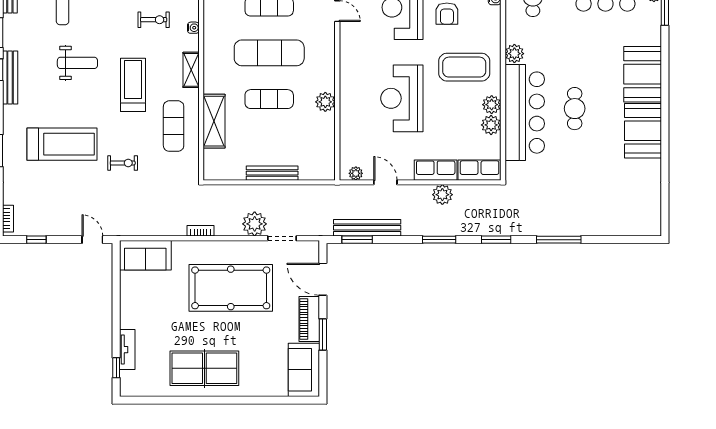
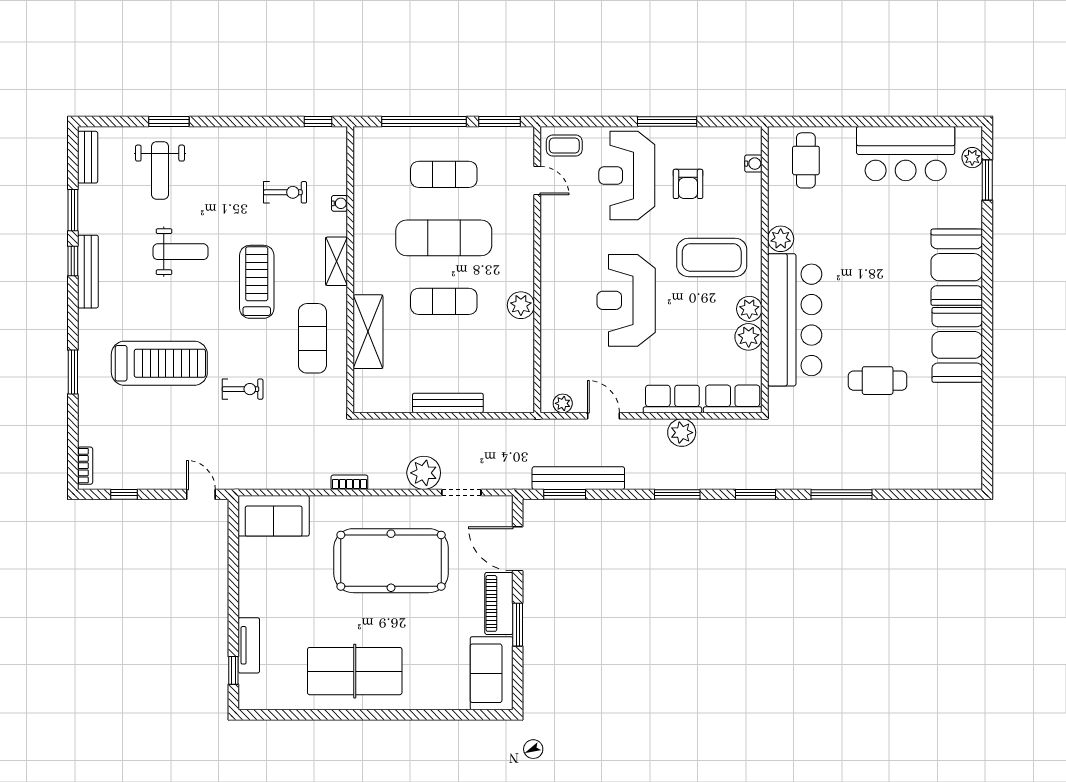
cafe table: (575, 109) -> (878, 381), moved, turned 90

